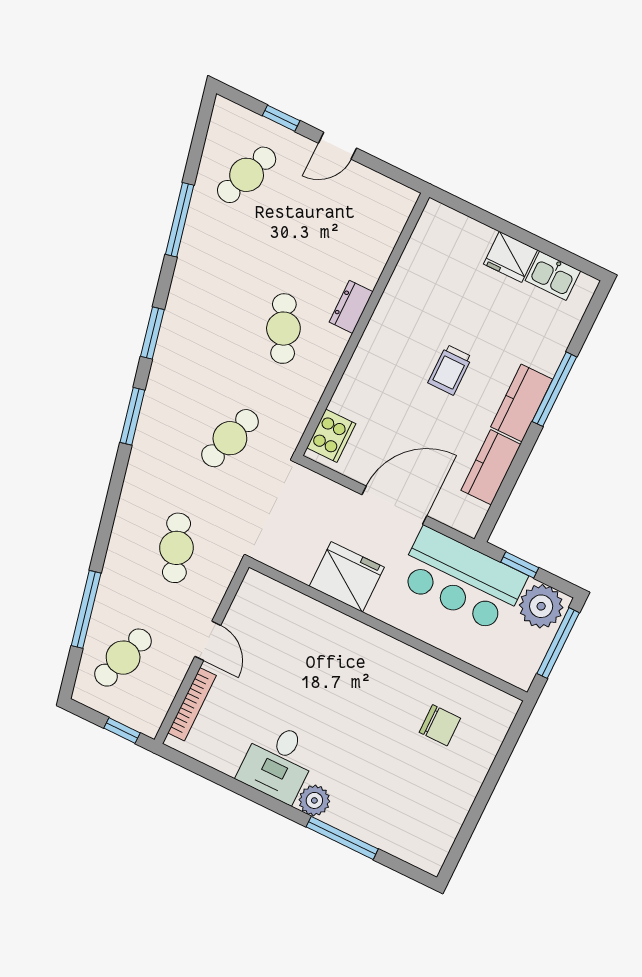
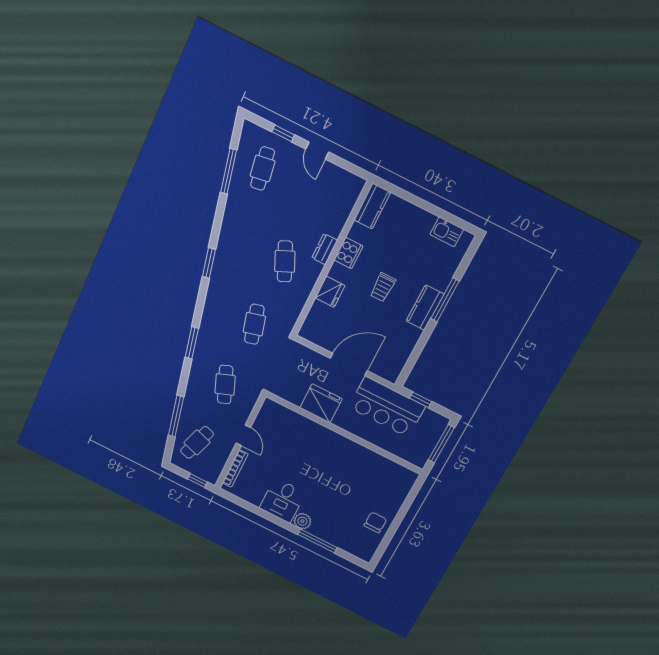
door: (337, 146) -> (317, 151), hinge flipped
cafe table: (247, 175) -> (263, 168), turned -30
window: (180, 220) -> (229, 171), moved
fridge: (511, 257) -> (330, 292), moved, turned -90
window: (132, 416) -> (192, 343), moved
cooker: (331, 436) -> (348, 253), moved
cafe table: (230, 438) -> (254, 324), turned -33
kitchen counter: (491, 467) -> (372, 206), moved, turned 180
plant: (541, 606) -> (432, 423), removed
chair: (440, 725) -> (375, 522), moved, turned -90

